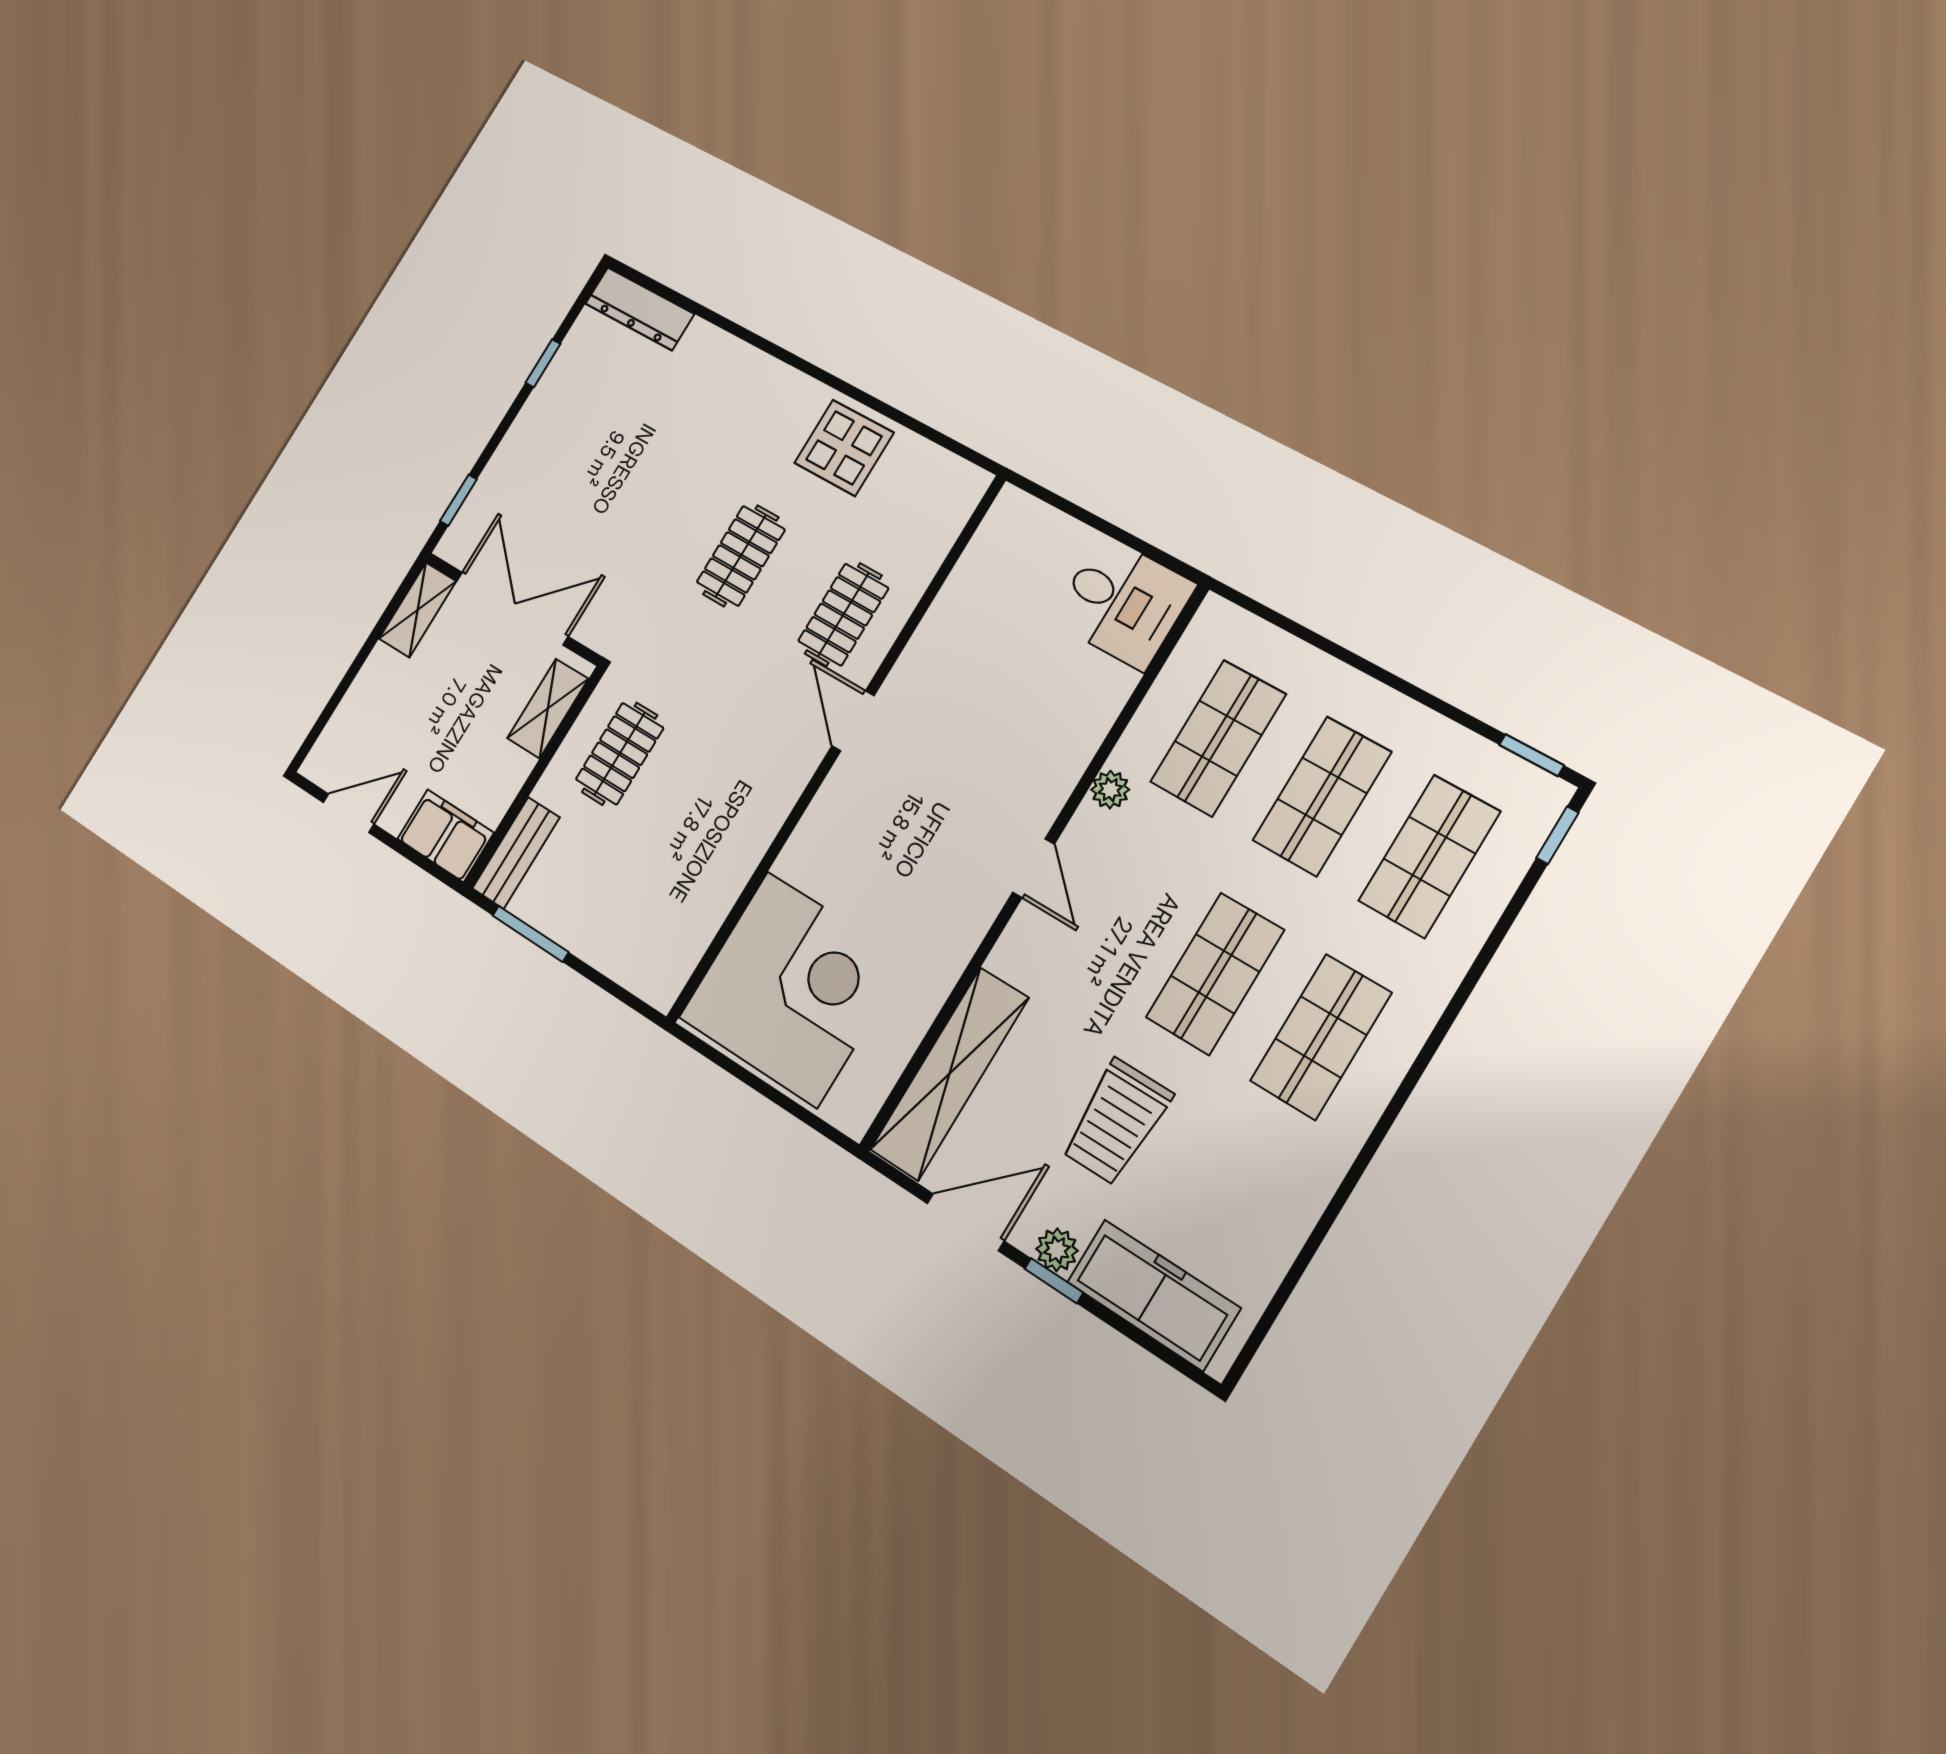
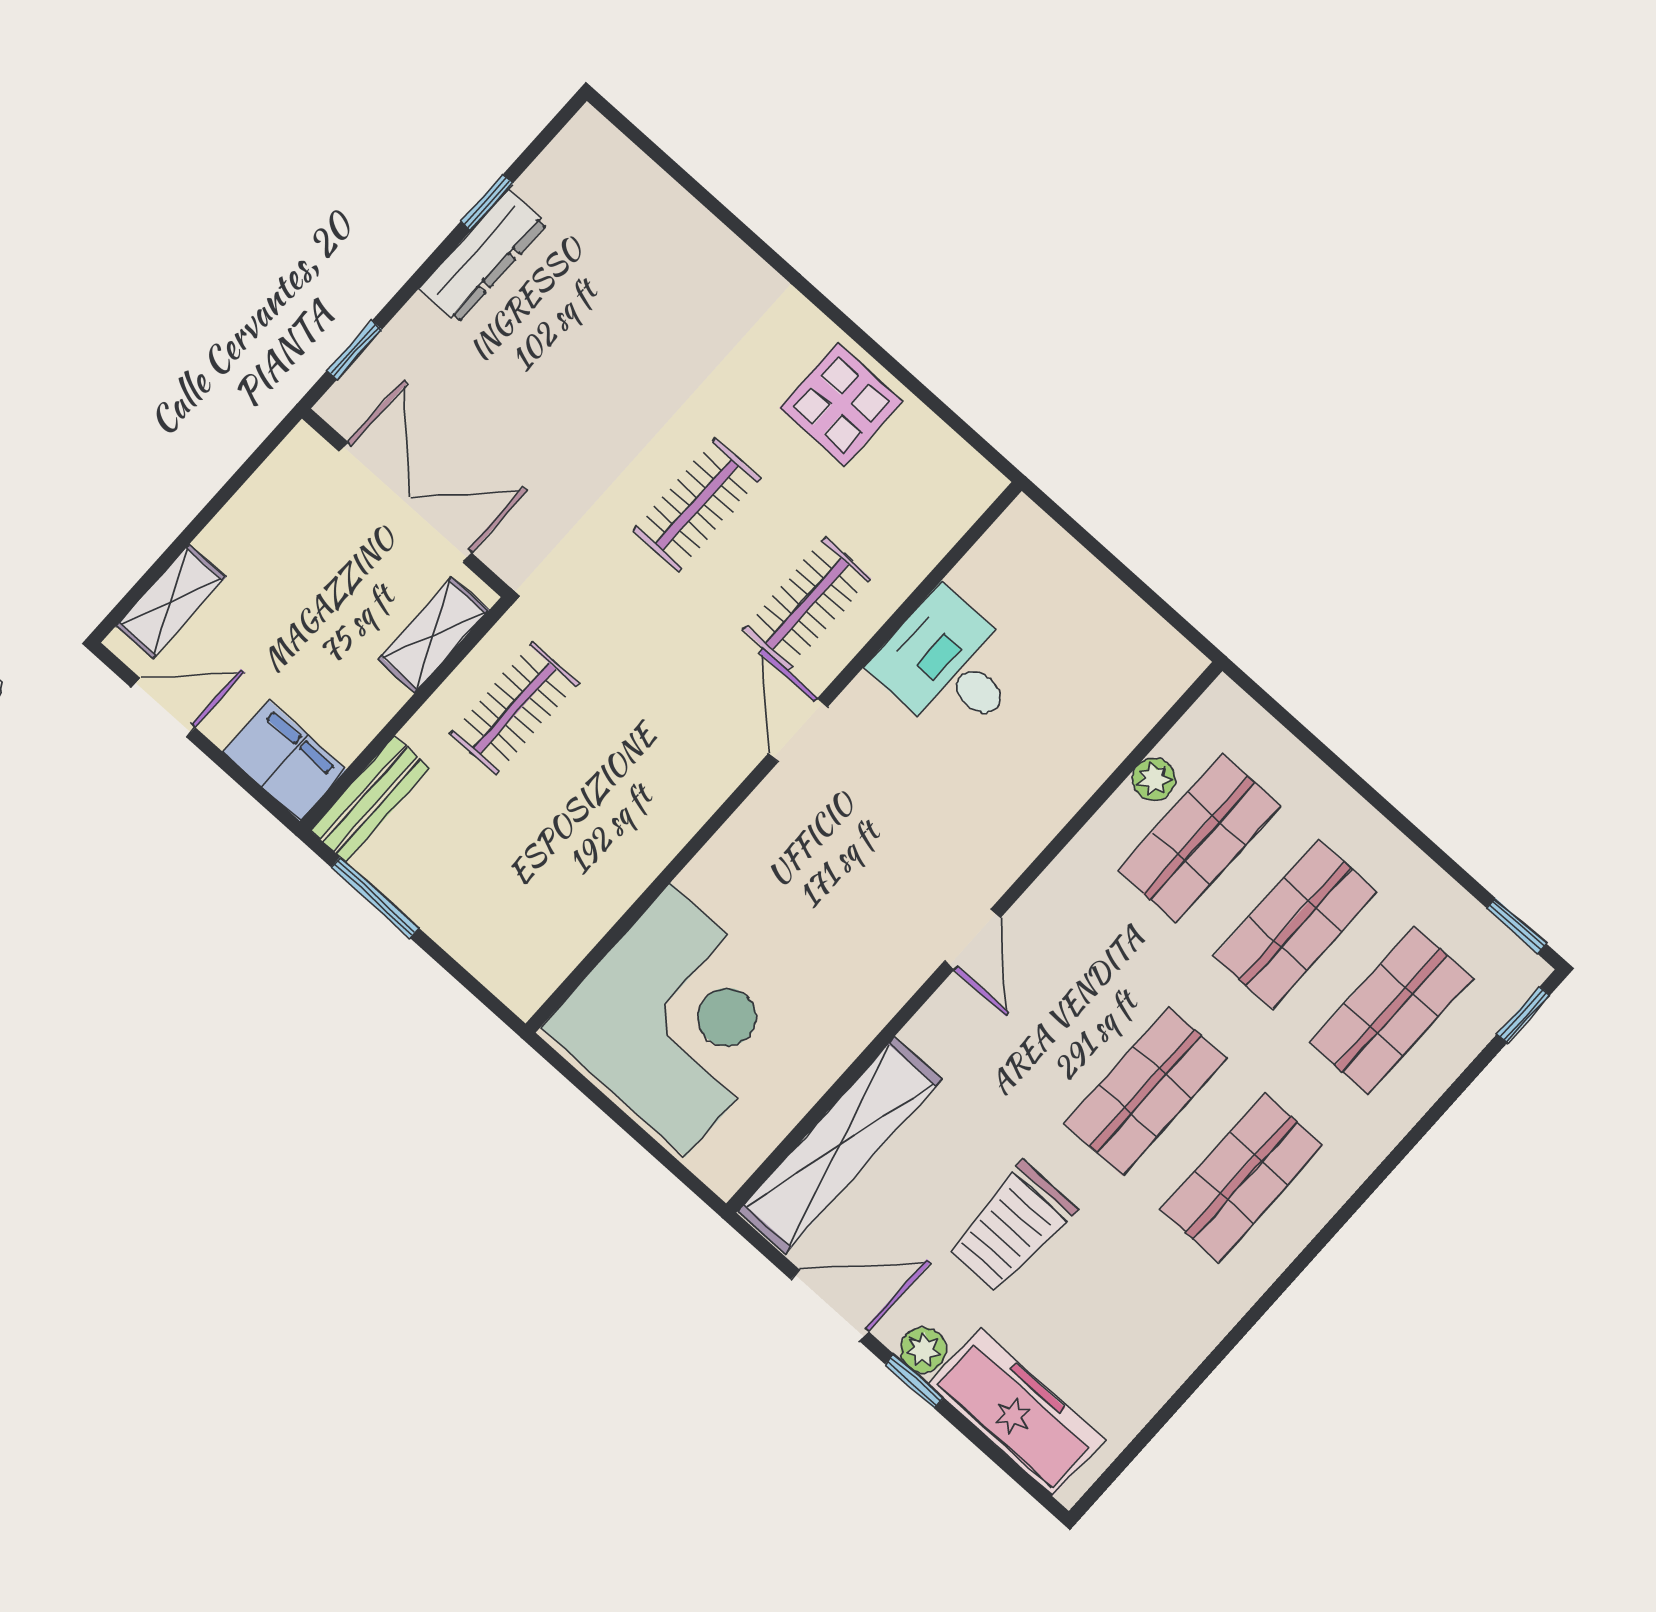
dresser: (640, 309) -> (483, 256), moved, turned -90
desk: (1123, 602) -> (949, 666), moved, turned 180
shelving: (418, 610) -> (171, 601), moved
plant: (1110, 790) -> (1154, 779), moved

